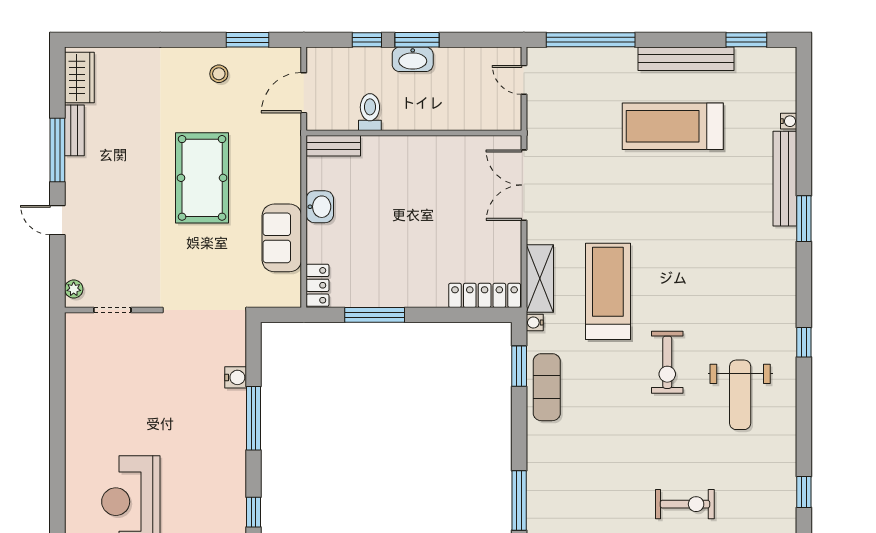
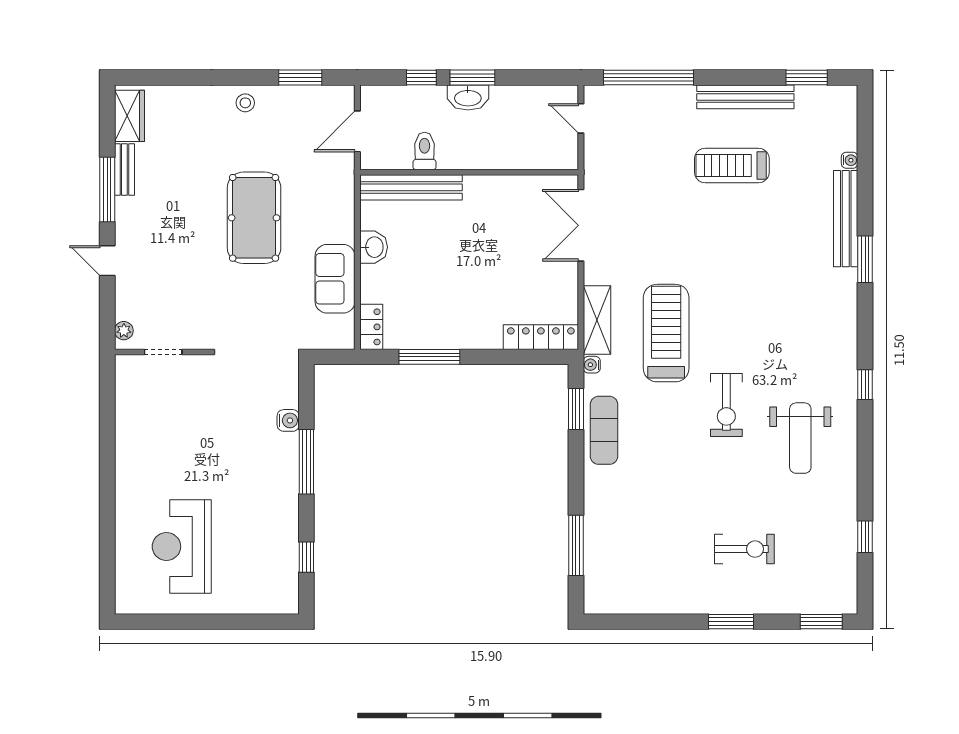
stool: (219, 74) -> (245, 103), moved
treadmill: (673, 126) -> (732, 165), width x0.73, depth x0.73
bench: (333, 146) -> (411, 187), width x1.86, depth x1.21

